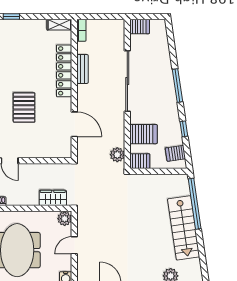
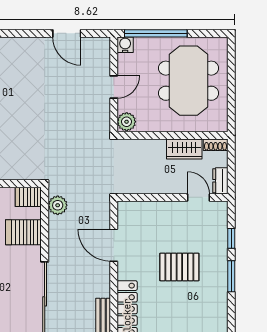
pallet: (24, 107) -> (179, 267), turned 90
wardrobe: (53, 198) -> (184, 149), moved

